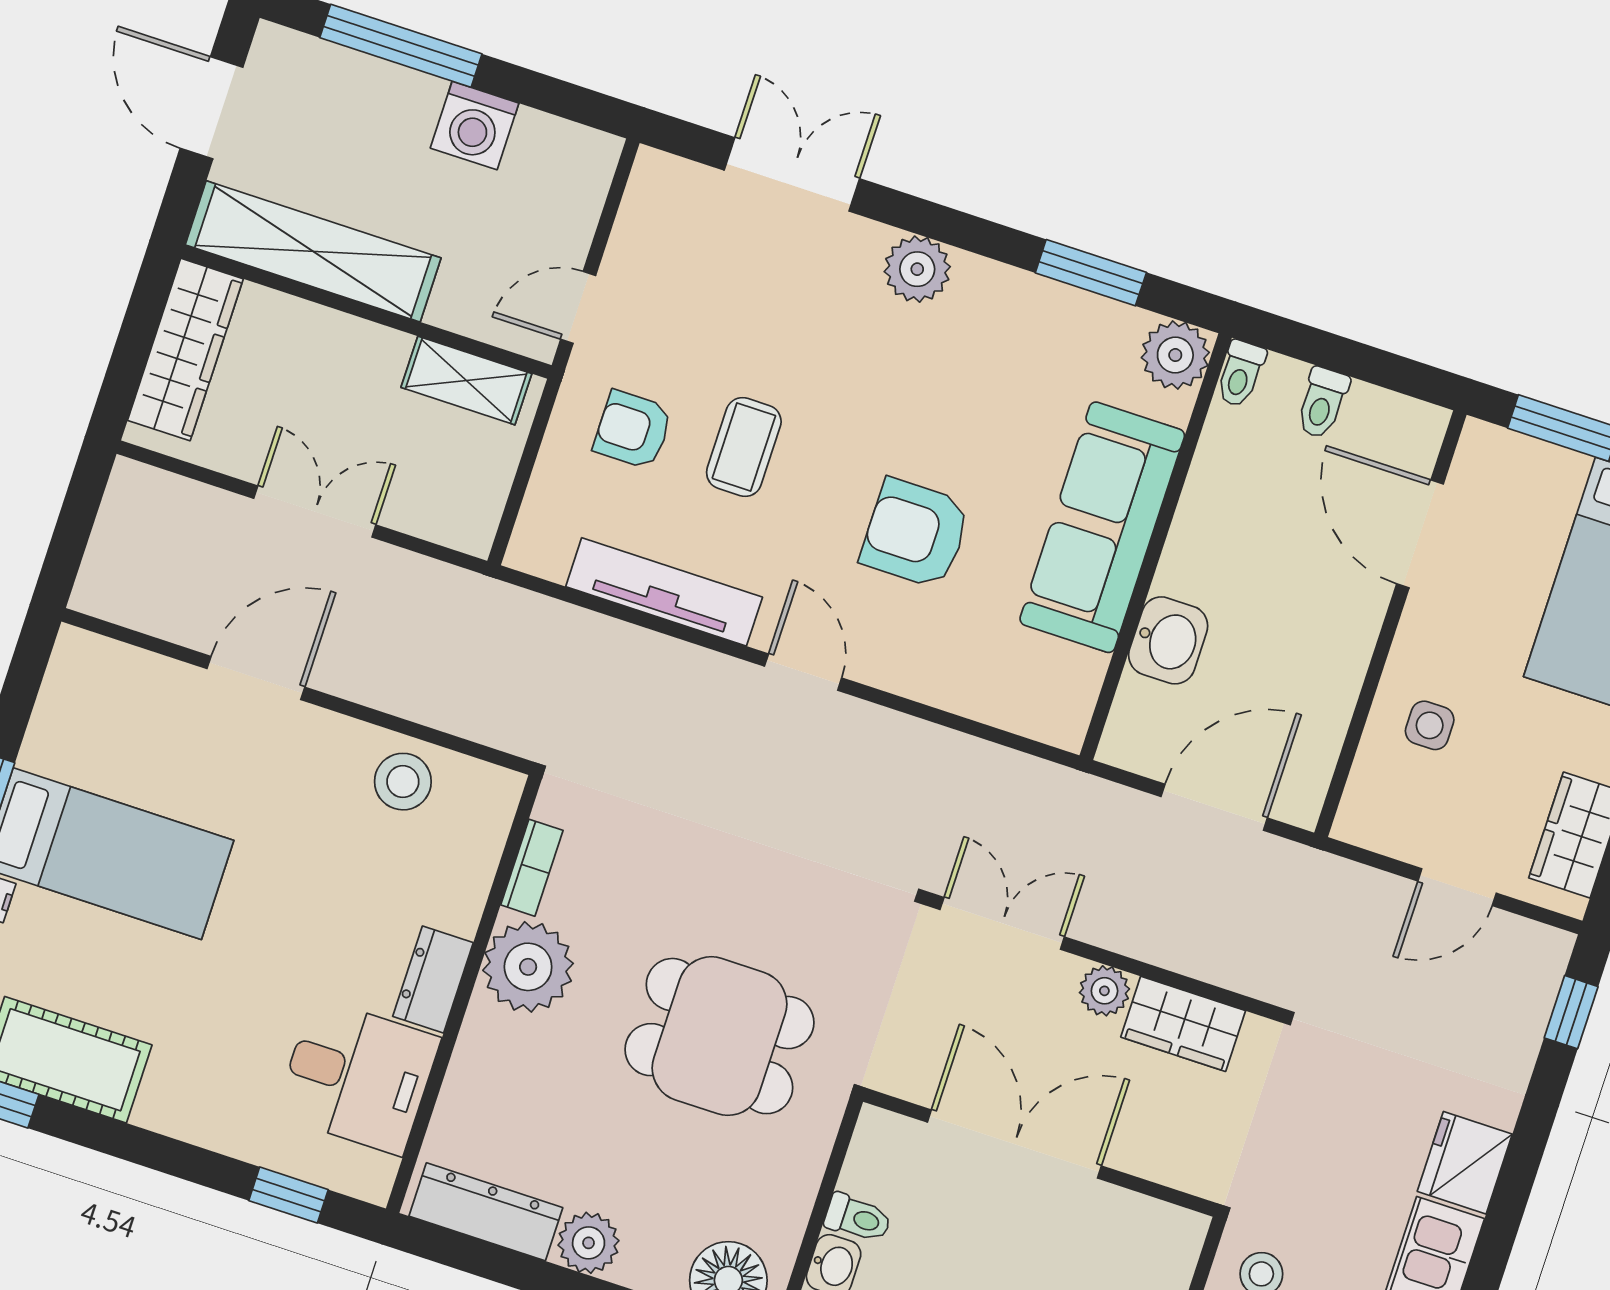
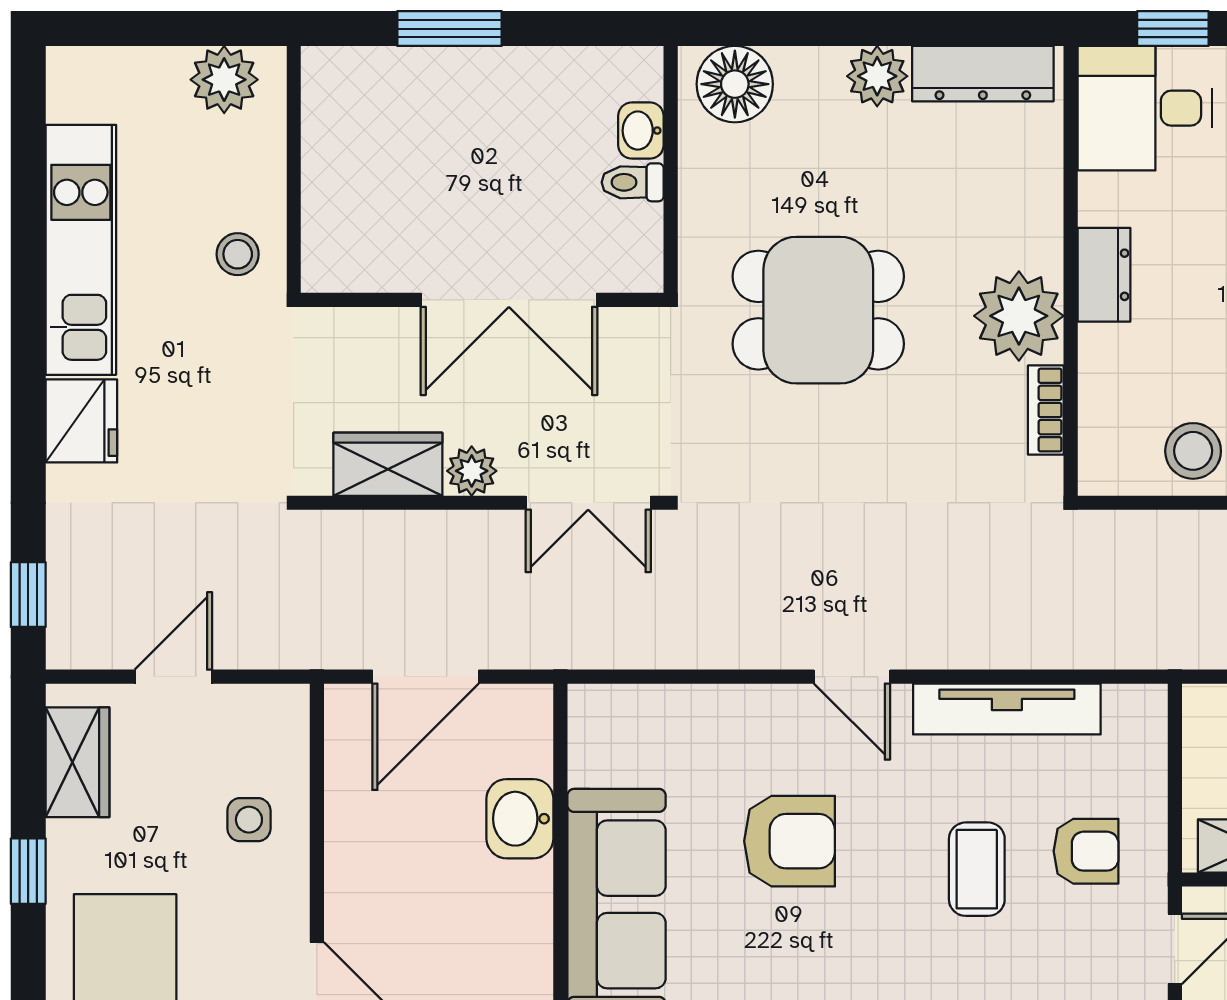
desk: (358, 1076) -> (1145, 108), moved

